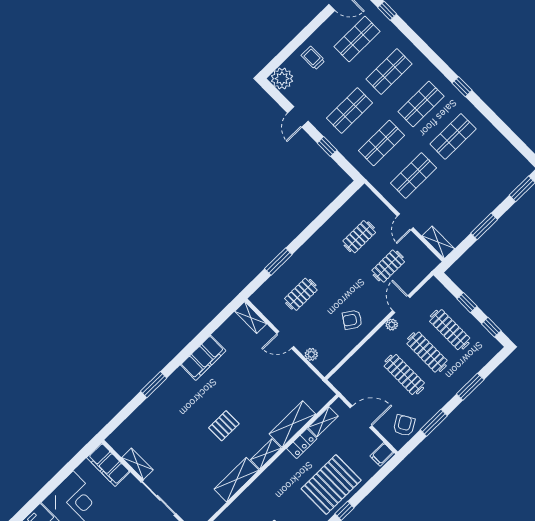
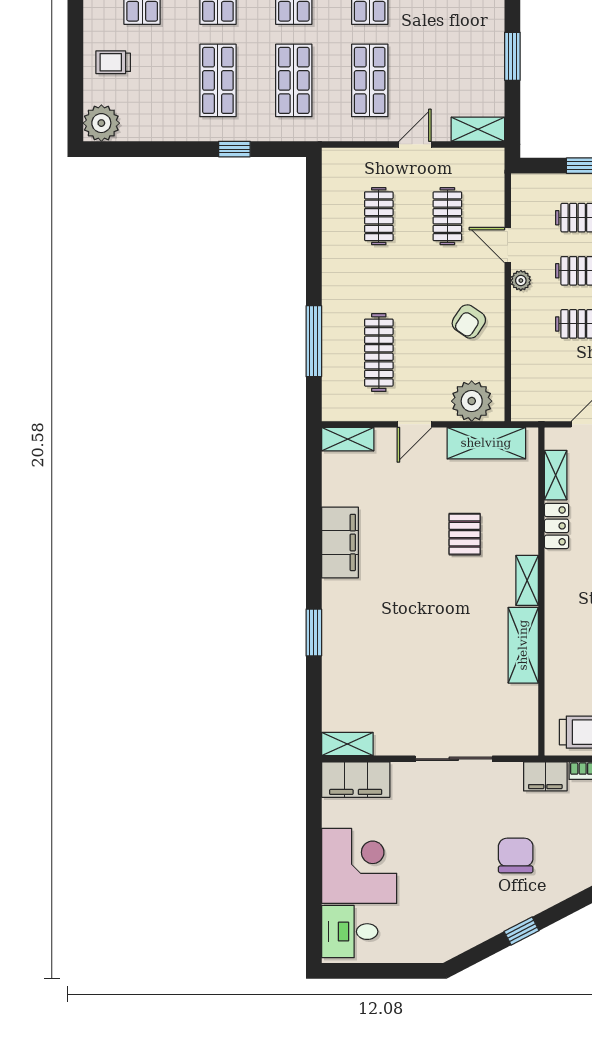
door: (298, 117) -> (165, 149), removed
door: (405, 222) -> (415, 144), swing flipped
window: (278, 262) -> (314, 341), width x1.44
clothes rail: (301, 294) -> (379, 353), width x1.36
plant: (311, 354) -> (472, 401), width x1.88, depth x1.88
shelving: (292, 424) -> (486, 443), moved, turned 90
pallet: (224, 426) -> (465, 534), moved
shelving: (137, 464) -> (347, 744), moved

